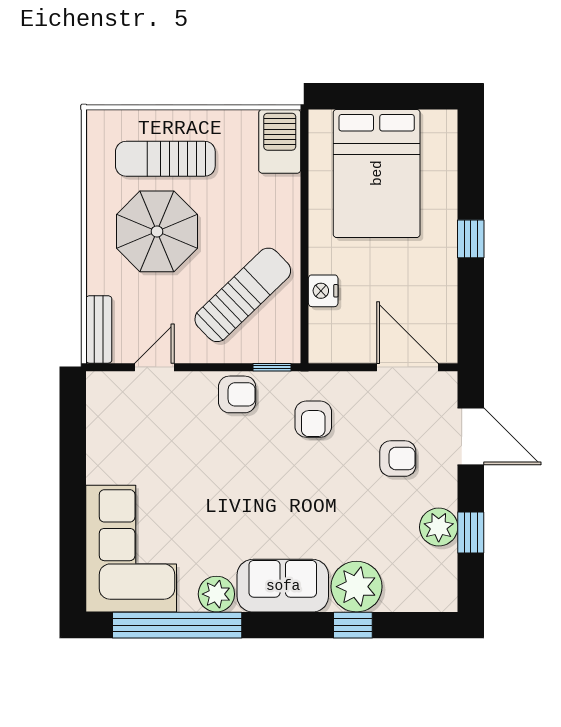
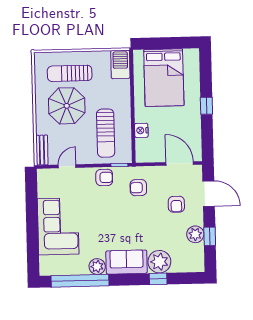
sun lounger: (243, 295) -> (106, 133), turned 134
armchair: (313, 419) -> (138, 188), turned 90
armchair: (398, 459) -> (176, 204), turned 90
corner sofa: (131, 549) -> (58, 226), moved

